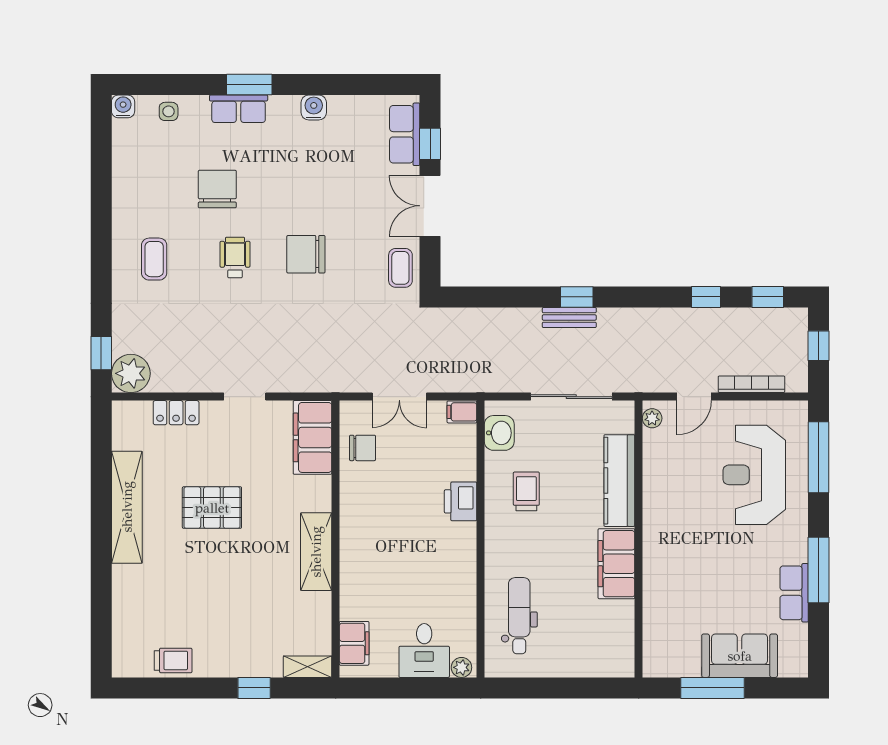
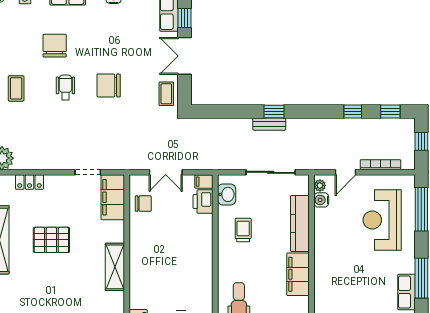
doorway: (245, 397) -> (88, 172), moved
water cooler: (654, 442) -> (321, 200), added
printer: (461, 501) -> (203, 202), moved

